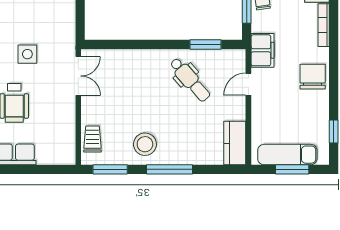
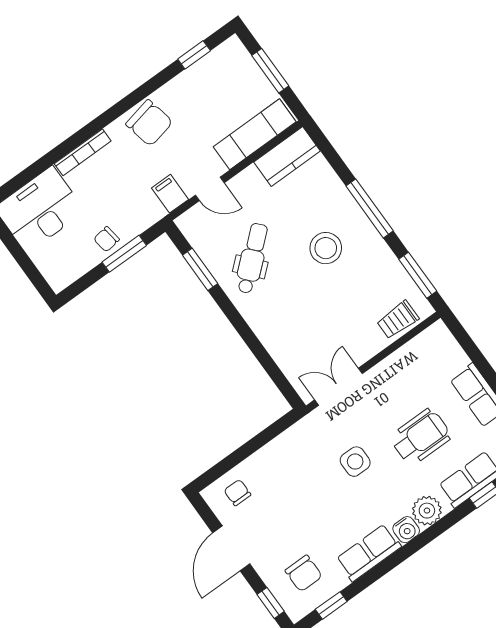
filing cabinet: (262, 50) -> (170, 194), width x0.50
chair: (313, 77) -> (149, 123), turned -102
stool: (145, 144) -> (326, 248), moved
exam couch: (287, 155) -> (255, 134), moved, turned 90

